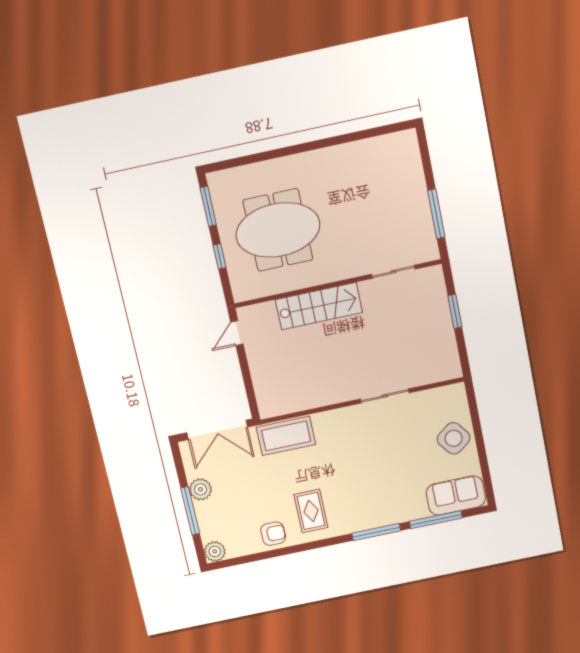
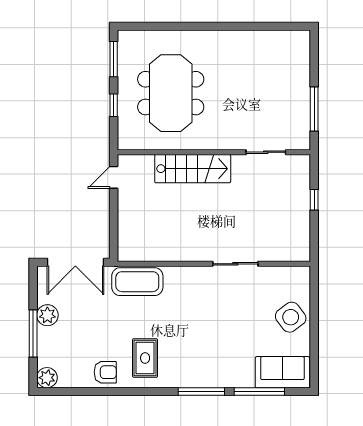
meeting table: (278, 230) -> (171, 93), turned 90
window: (455, 311) -> (314, 200), width x0.67

